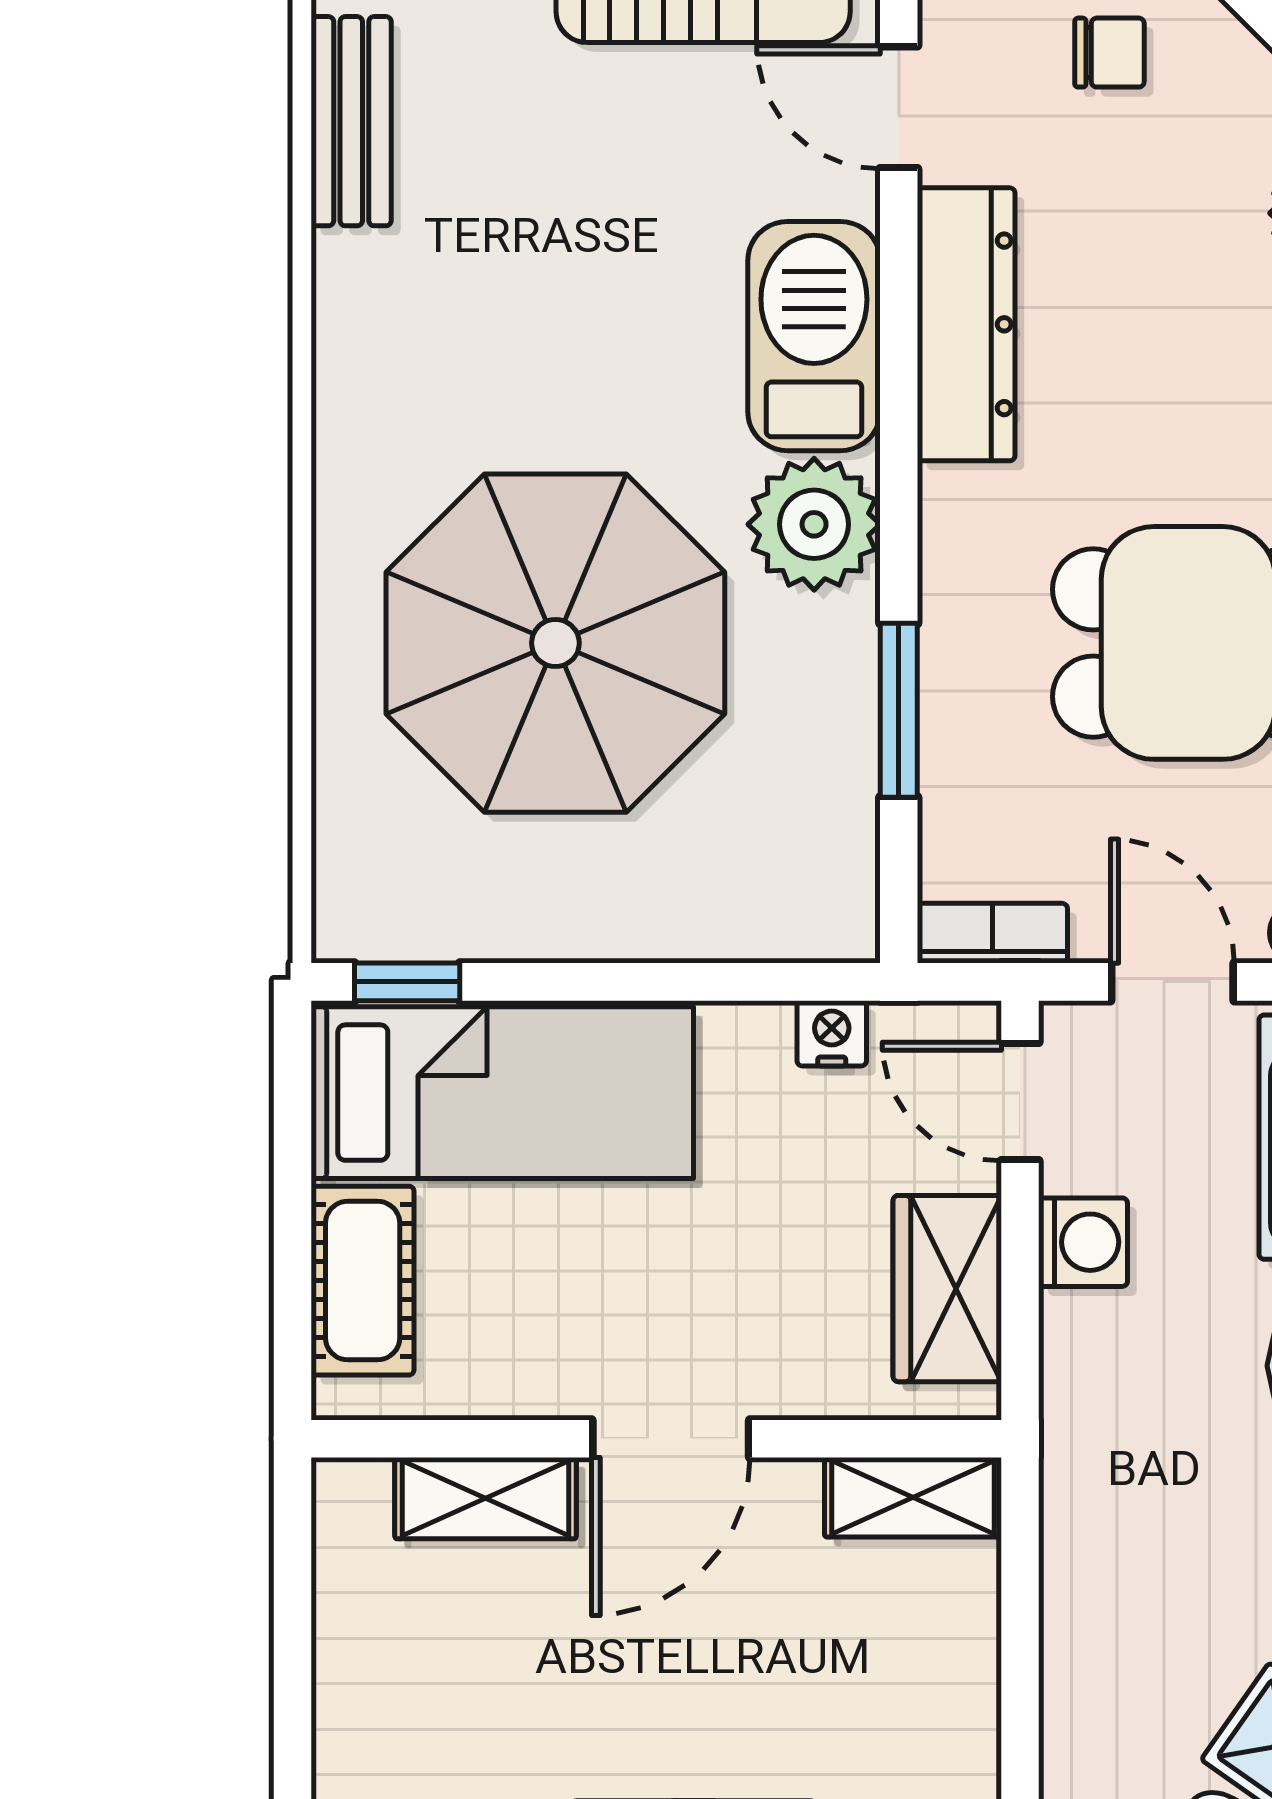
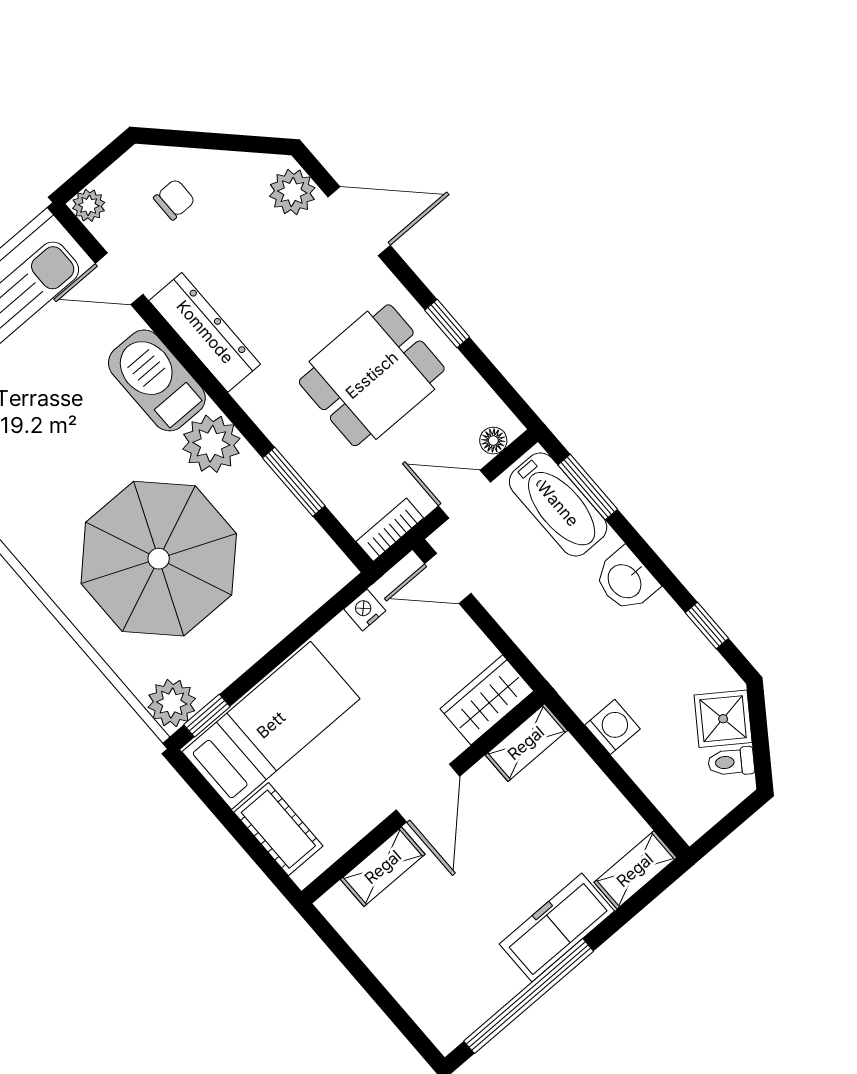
plant: (366, 909) -> (172, 703), added
washing machine: (1083, 1242) -> (612, 727), moved
wardrobe: (947, 1289) -> (487, 700), moved, turned 90

